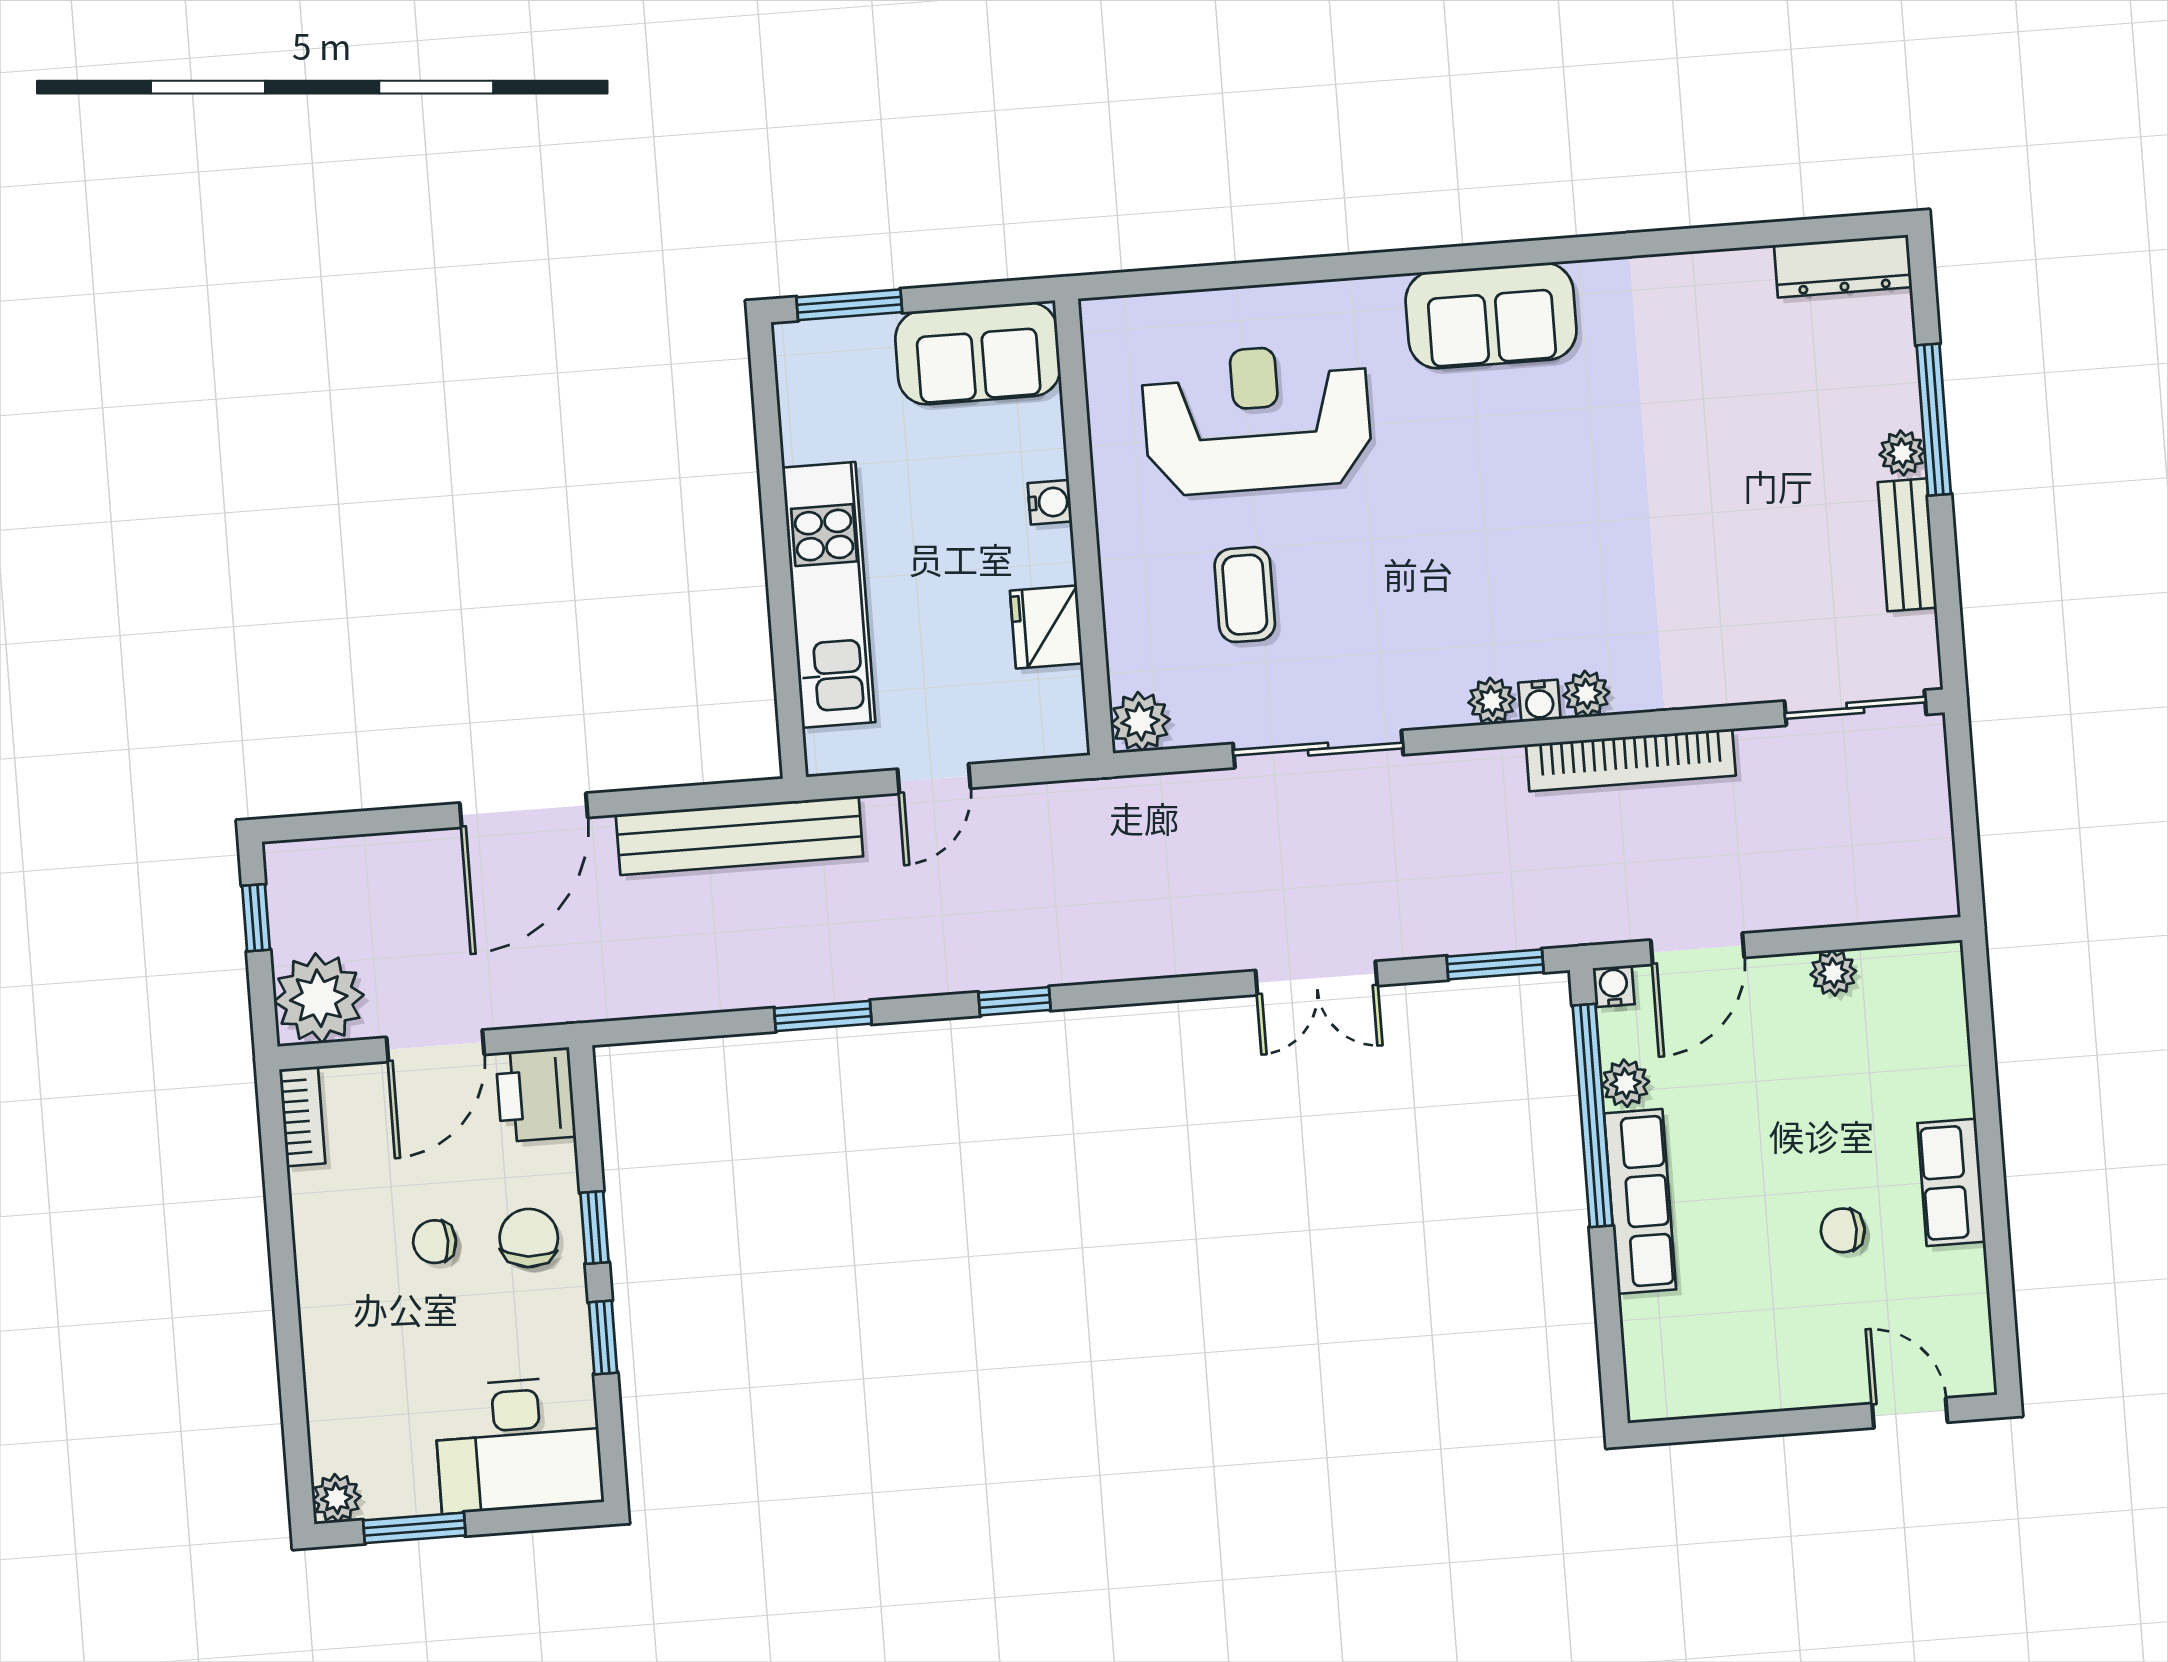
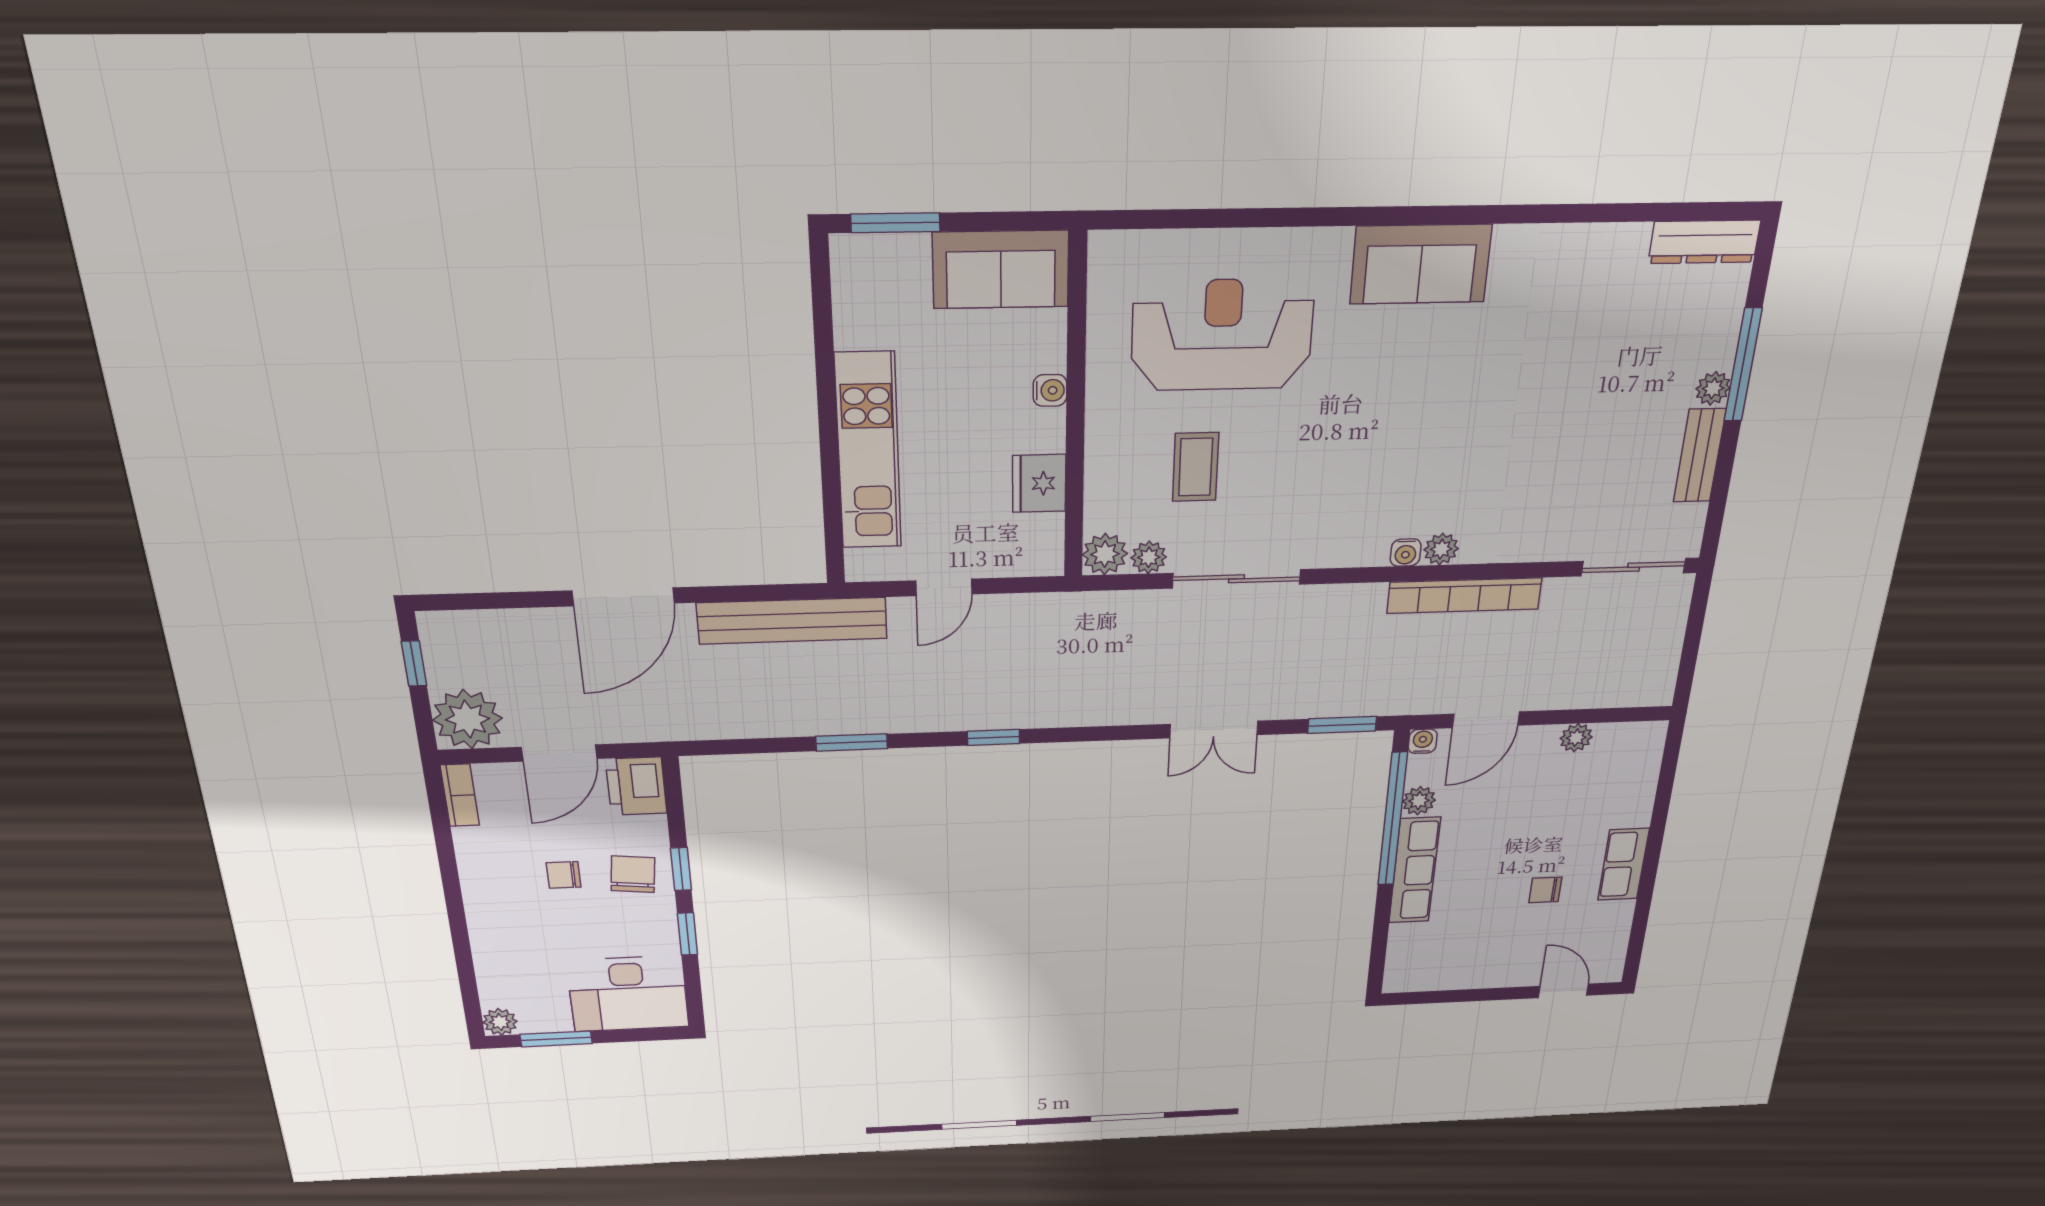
plant: (1492, 701) -> (1149, 557), moved

